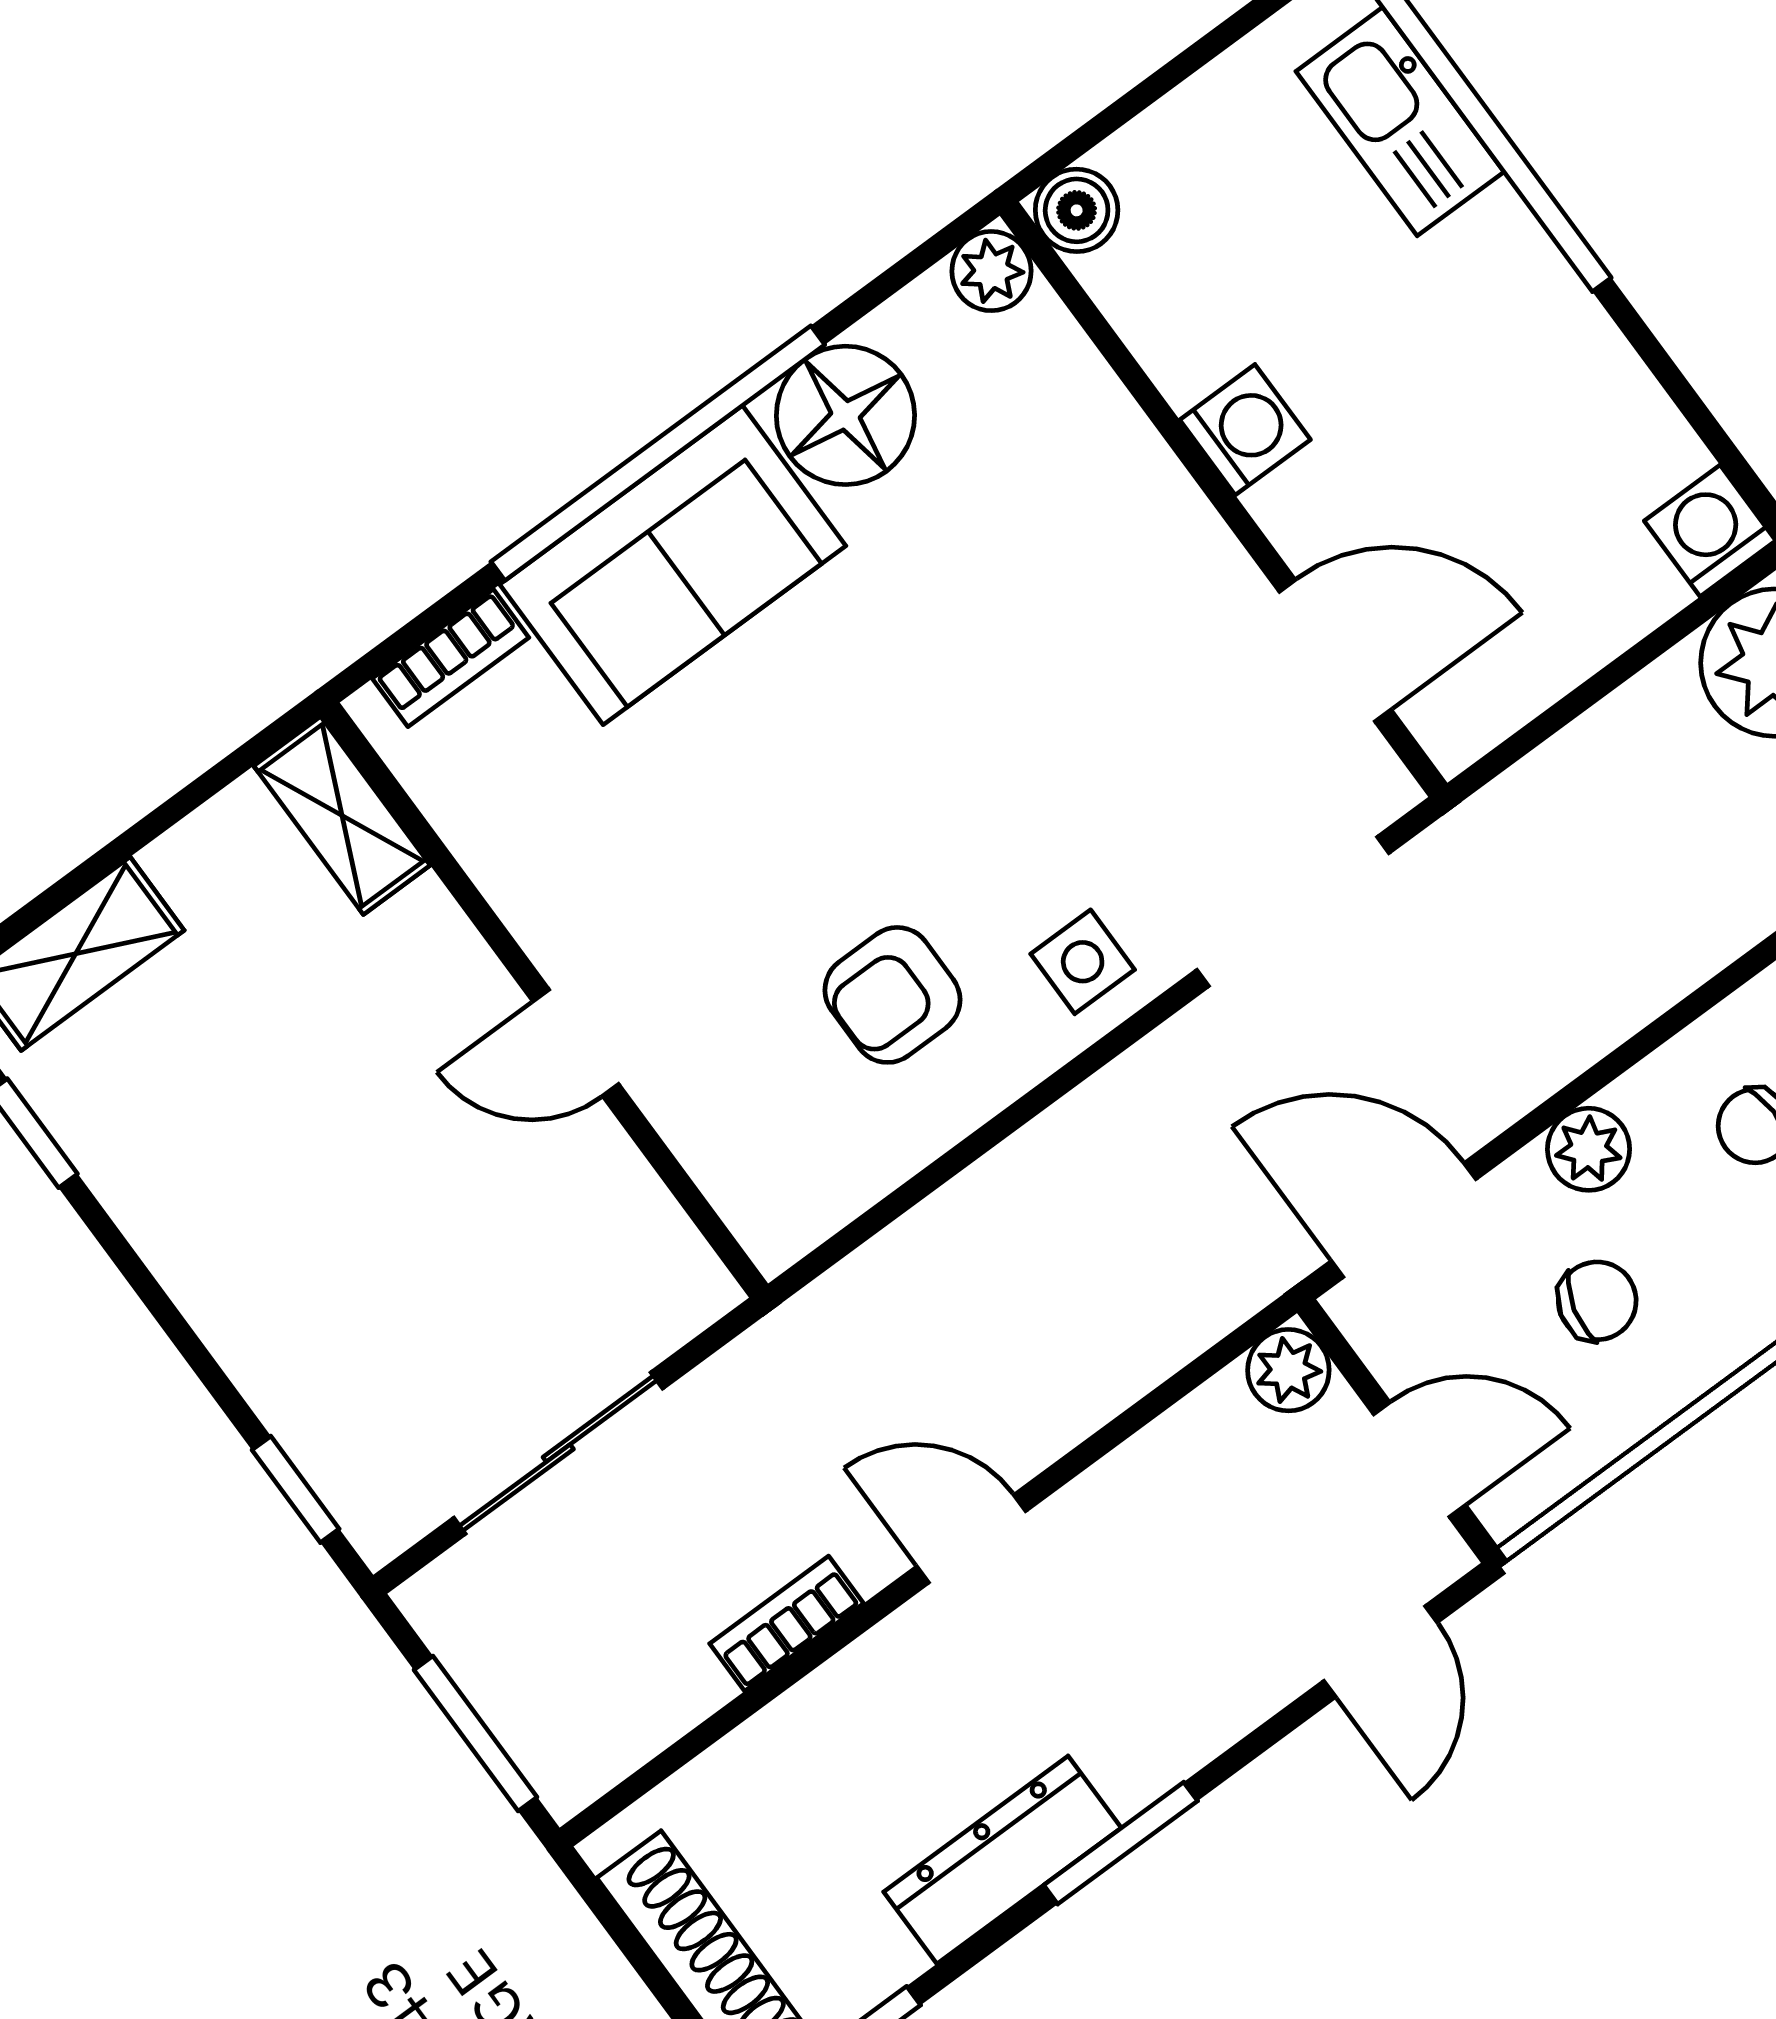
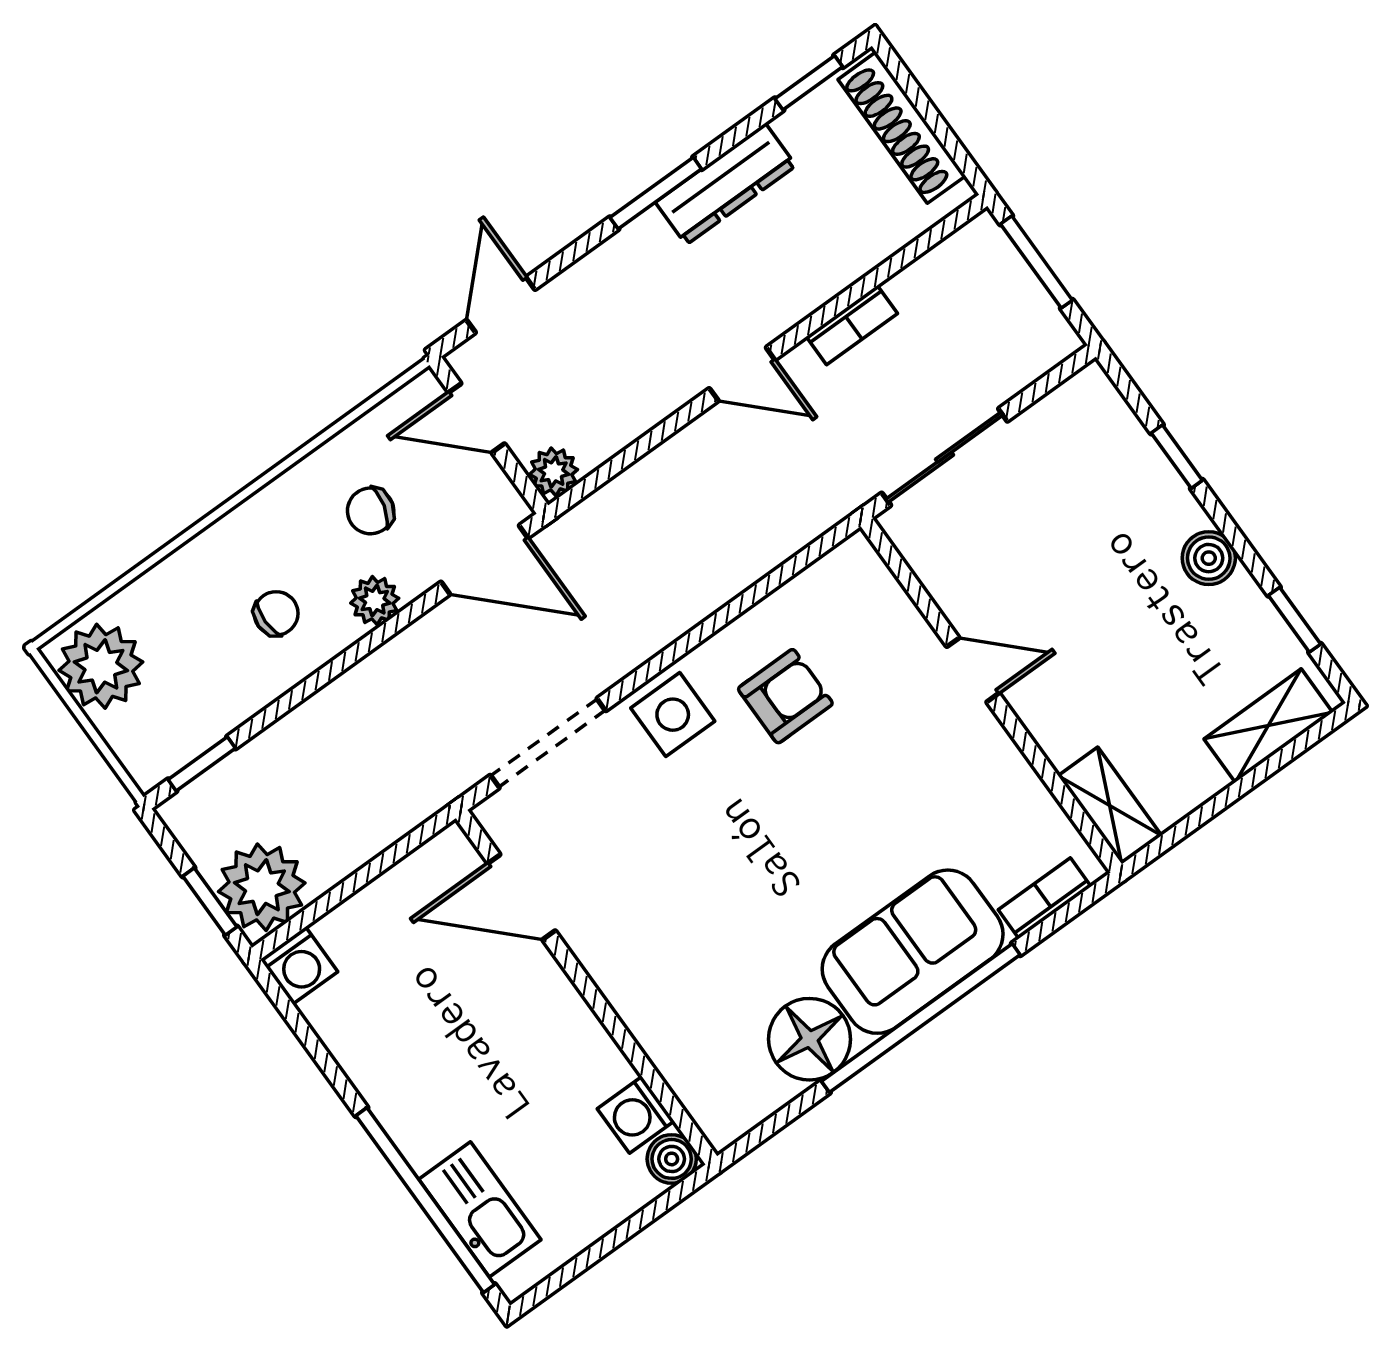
plant: (991, 271) -> (722, 1124), removed
washing machine: (1245, 430) -> (636, 1115), moved
side table: (1083, 962) -> (673, 715), width x1.37, depth x1.37
boiler: (179, 1236) -> (1209, 558), added
sliding door: (558, 1453) -> (945, 457), moved
window: (296, 1489) -> (1177, 457), moved

